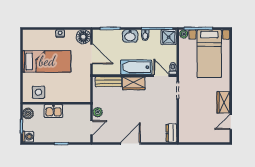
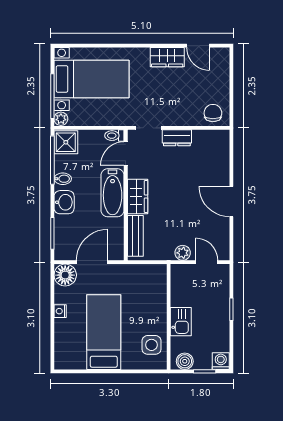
chair: (187, 132) -> (213, 113), added
dresser: (171, 133) -> (177, 138), moved

